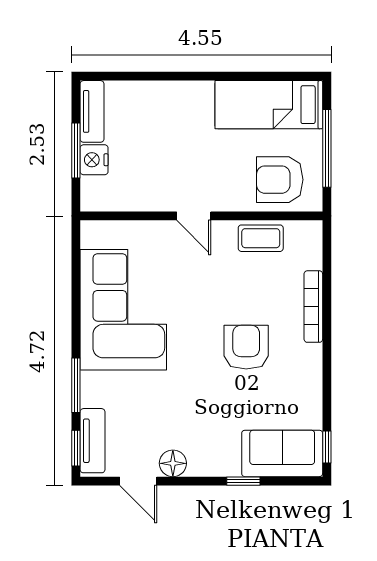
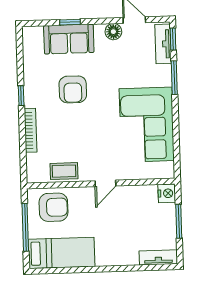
tv unit: (92, 111) -> (158, 257), moved, turned 90
nightstand: (94, 160) -> (167, 193), moved
door: (194, 216) -> (105, 183), swing flipped
armchair: (246, 347) -> (73, 89), moved
window: (327, 447) -> (21, 96), moved
sofa: (282, 453) -> (69, 39), moved

